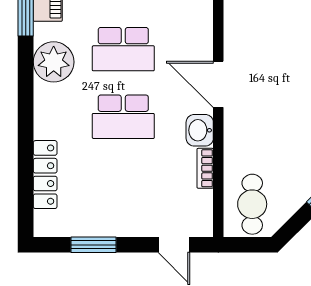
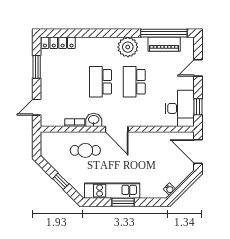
door: (218, 84) -> (117, 129), swing flipped
locker: (45, 175) -> (58, 43), moved
cafe table: (252, 204) -> (85, 150), moved

